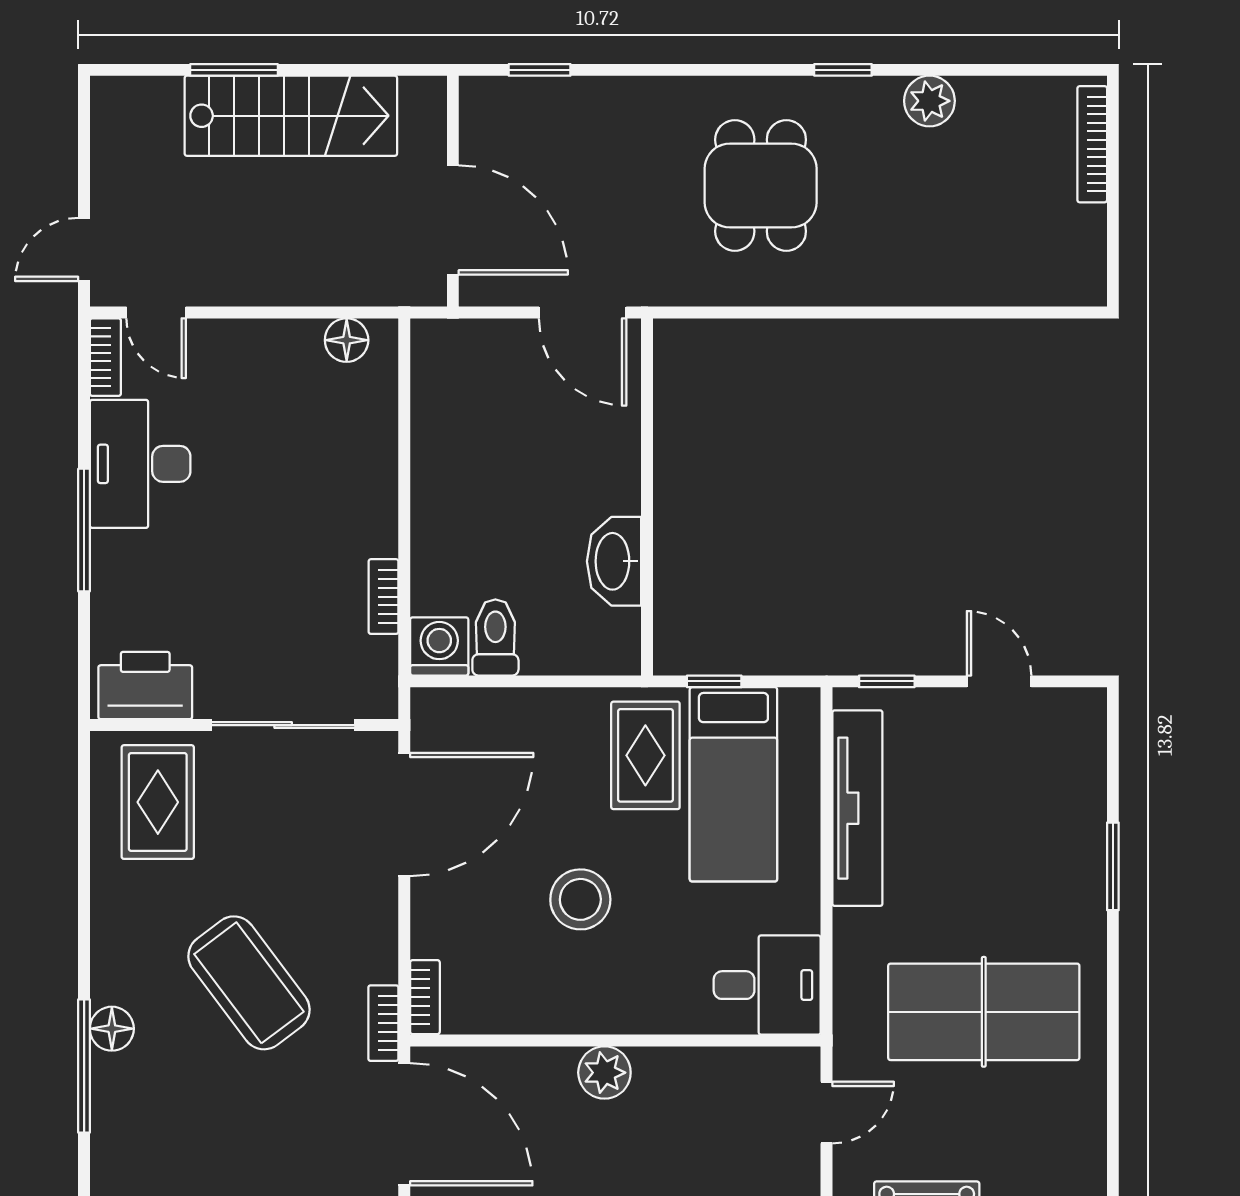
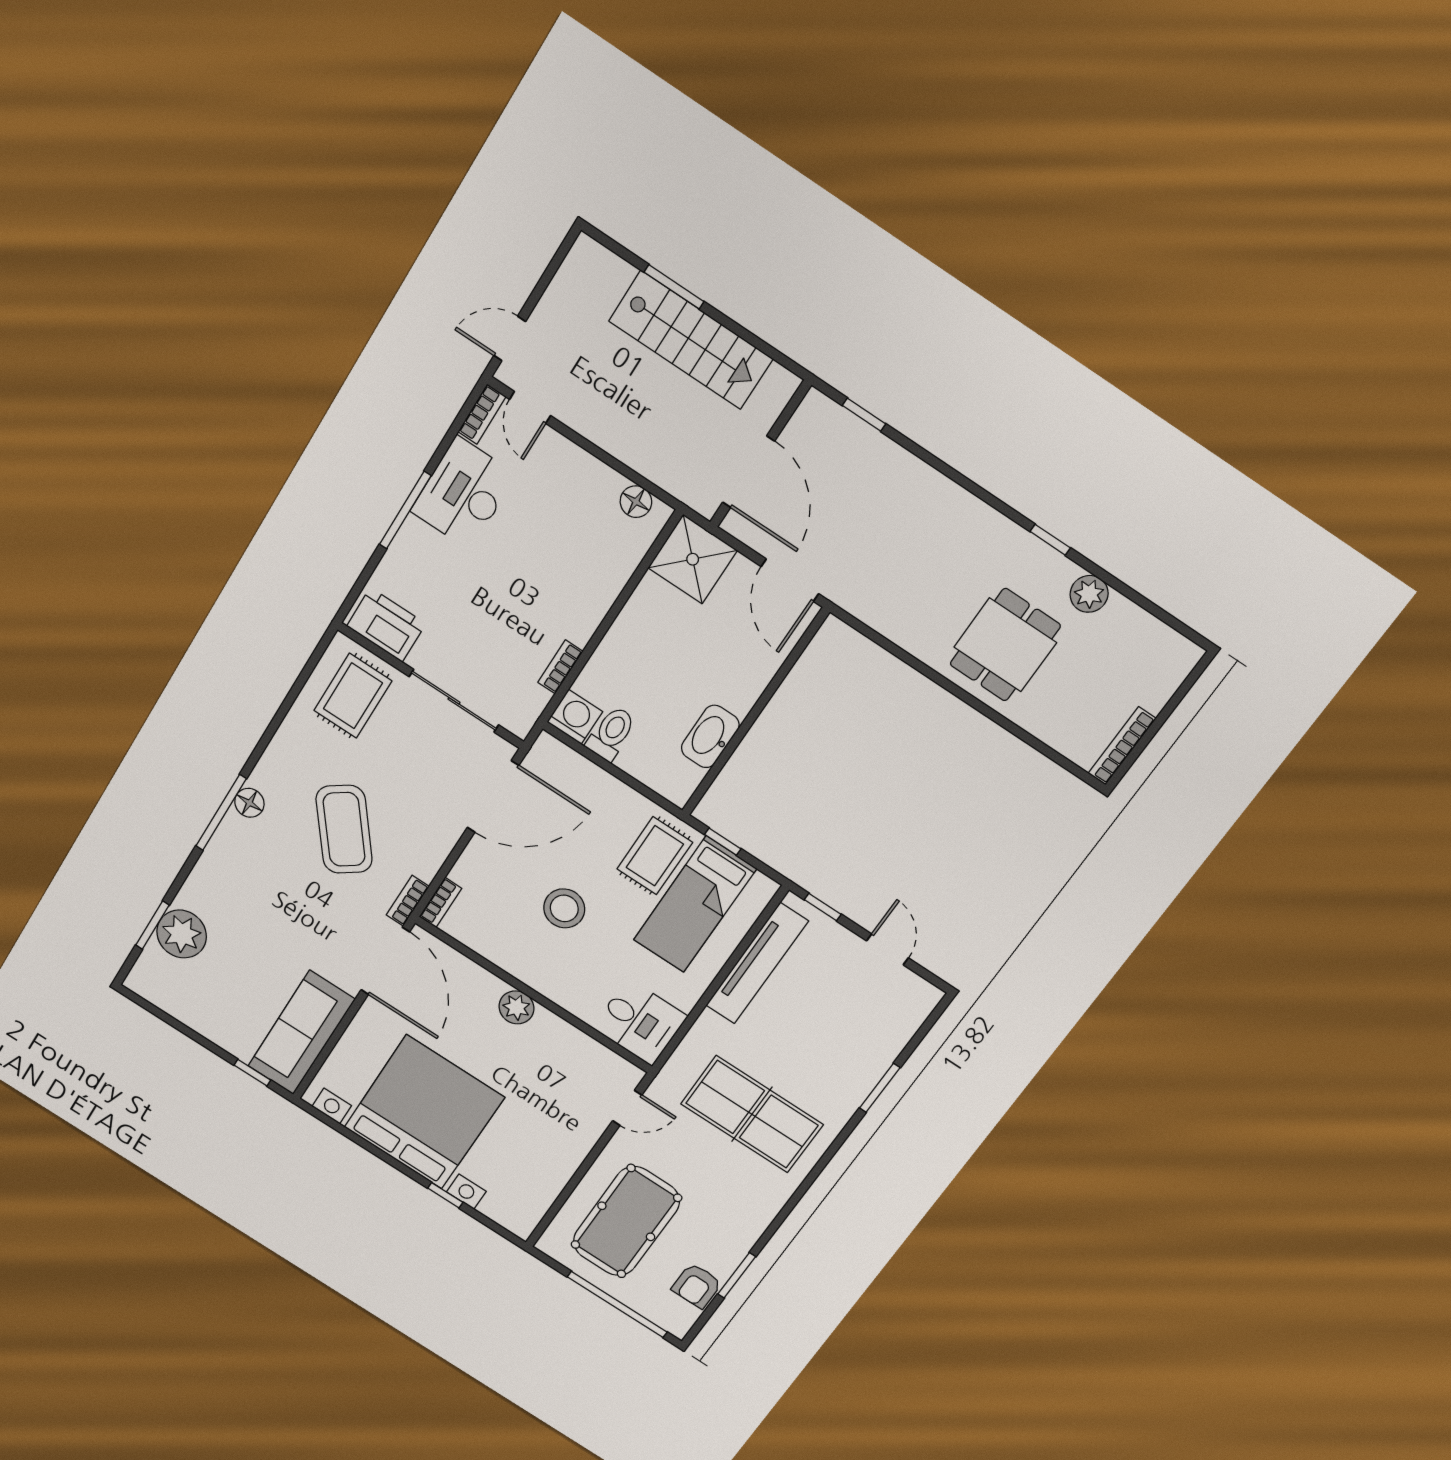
bookcase: (1092, 144) -> (1122, 746), moved
dining table: (761, 185) -> (1005, 645), moved
shower: (455, 363) -> (693, 559), added

